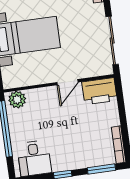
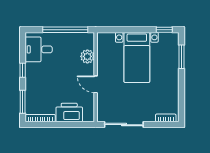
printer: (99, 91) -> (69, 113), moved, turned 90
plant: (17, 100) -> (87, 56), moved

